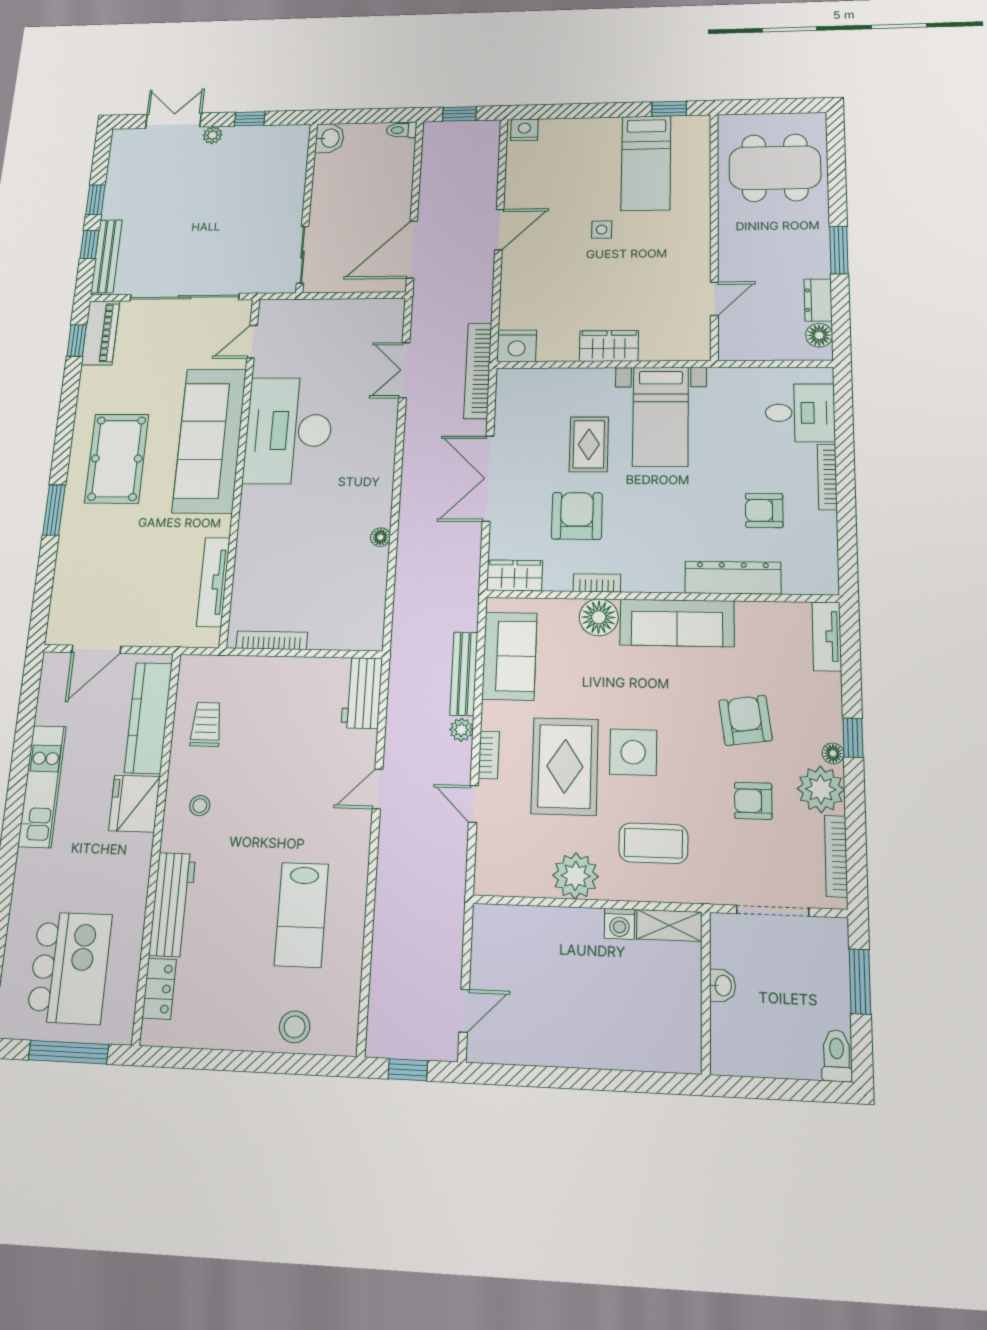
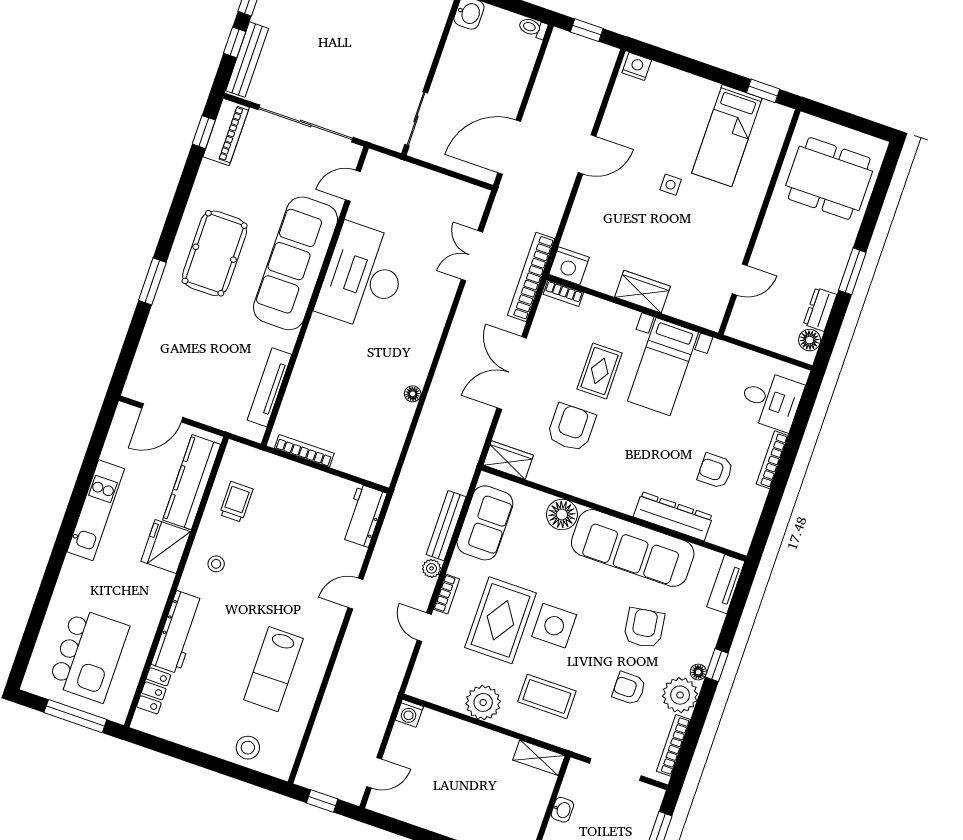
bookcase: (597, 583) -> (563, 293), moved, turned 180
sofa: (677, 623) -> (633, 548), width x1.36, depth x1.27
washing machine: (619, 924) -> (409, 713), moved

